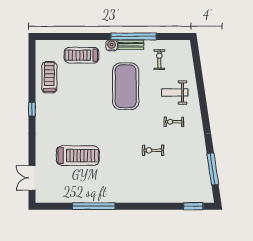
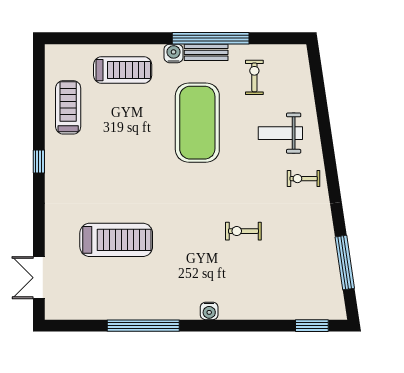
treadmill: (82, 55) -> (123, 70), turned 180
exercise bike: (174, 122) -> (304, 179), moved
water cooler: (133, 198) -> (209, 311), added

